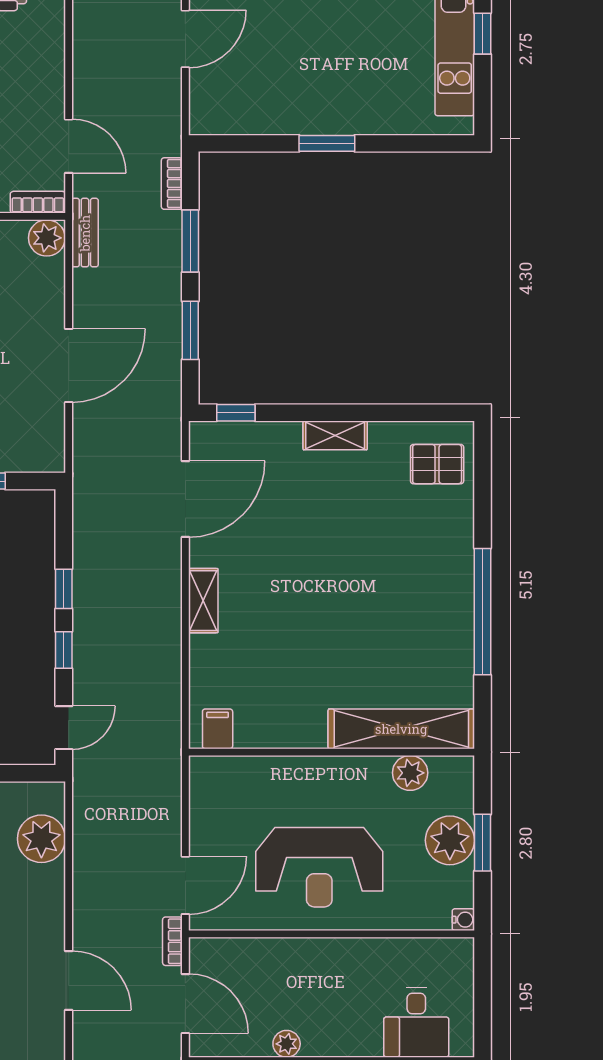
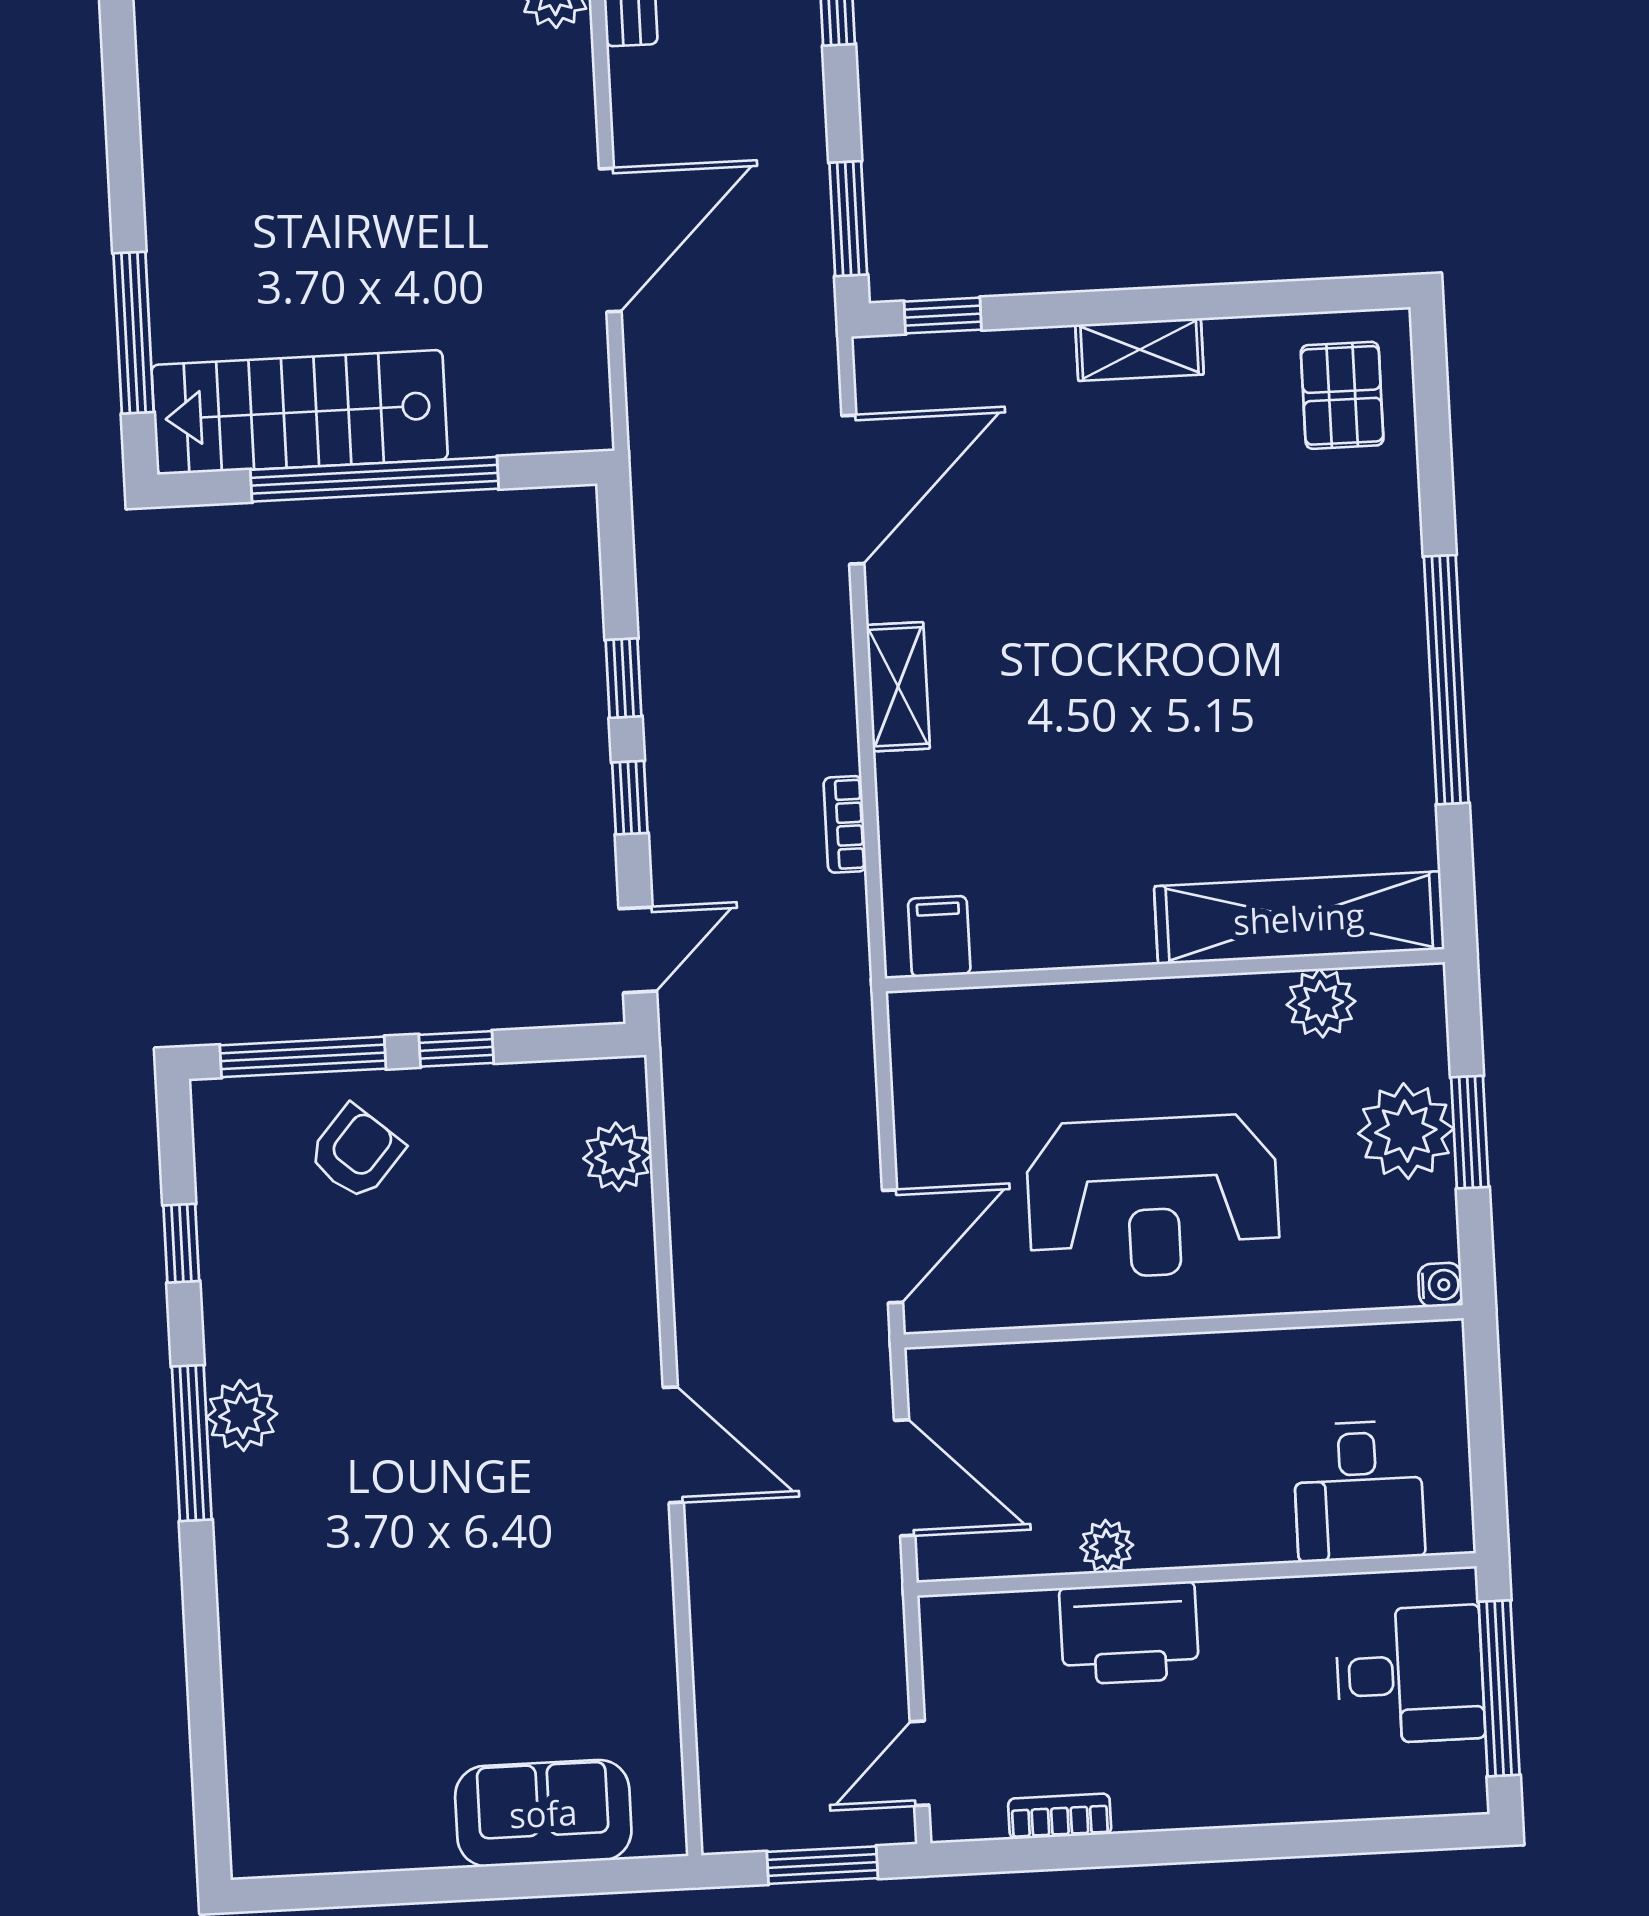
window: (190, 330) -> (848, 219), moved
pallet: (437, 464) -> (1342, 395), turned 90
plant: (41, 839) -> (617, 1157), width x0.73, depth x0.73
bookcase: (172, 941) -> (845, 824), moved

